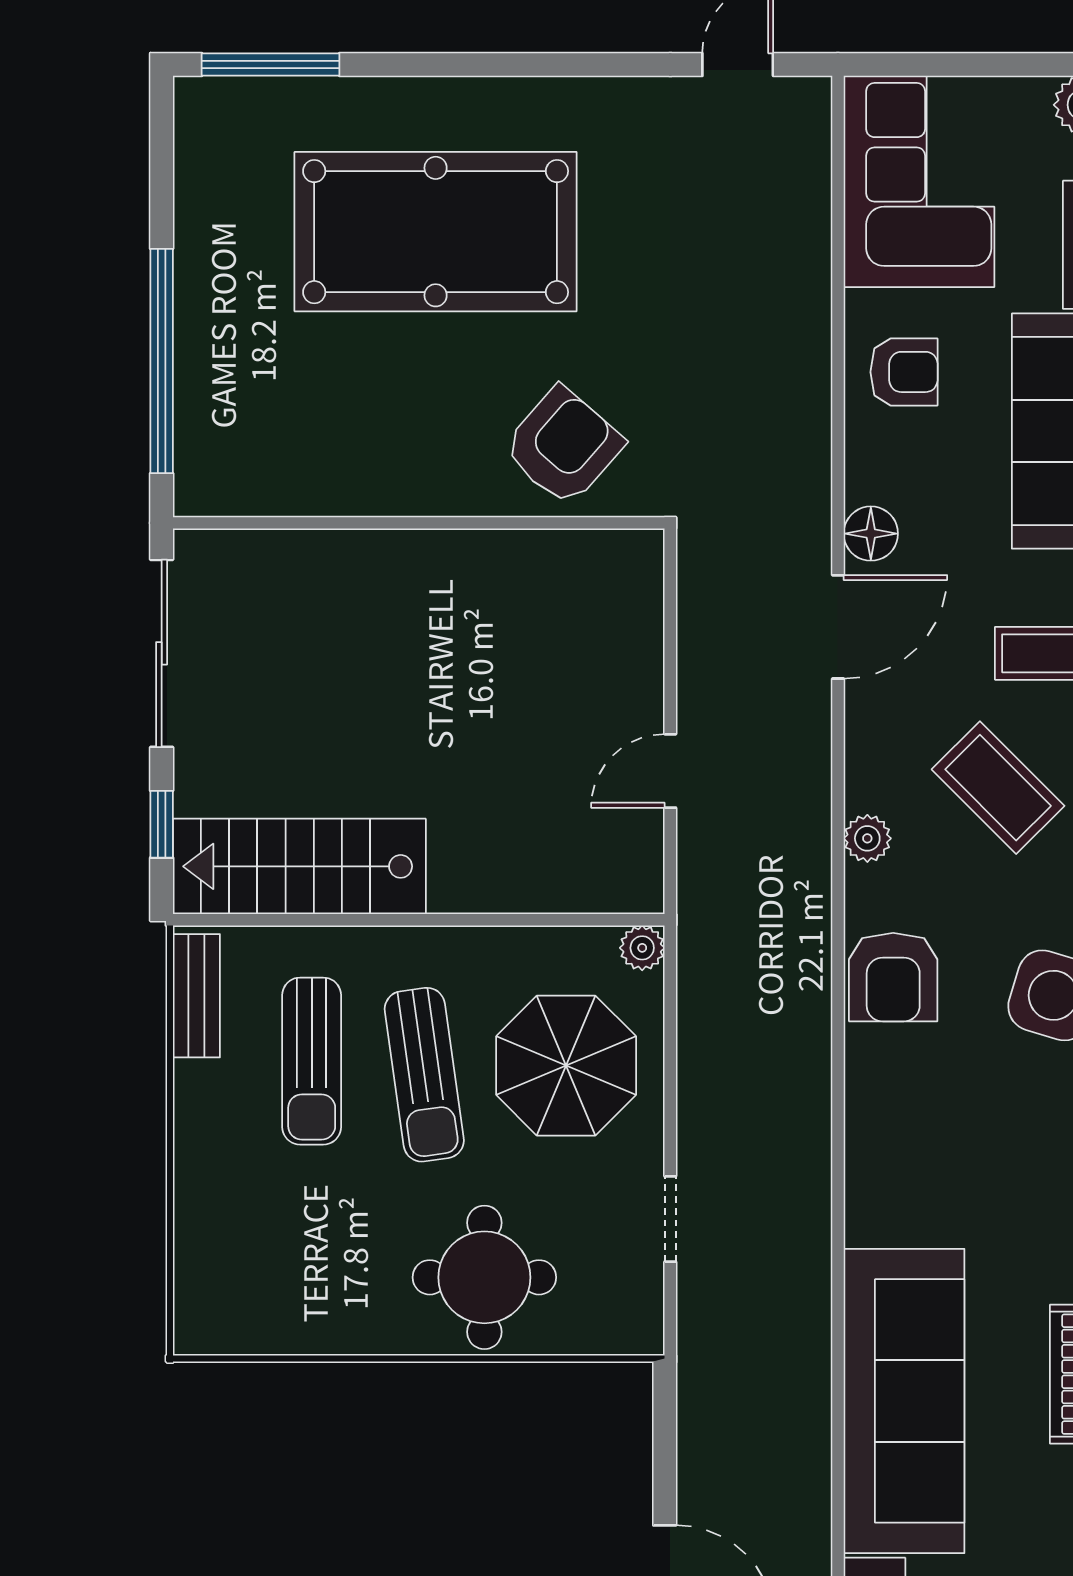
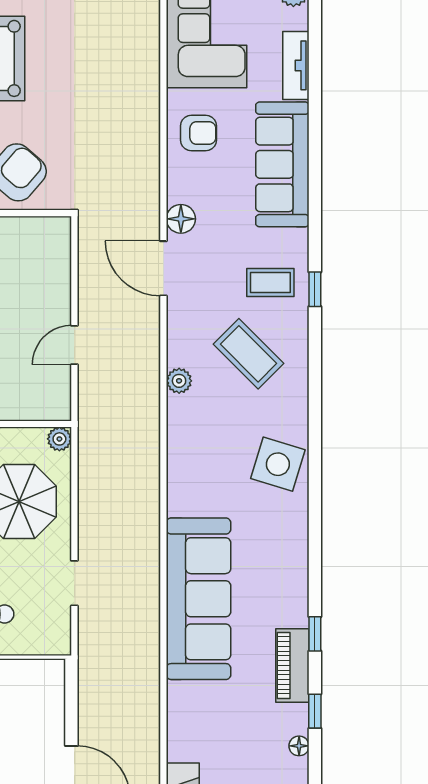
door: (838, 627) -> (163, 268), swing flipped
armchair: (893, 977) -> (193, 454), removed
sofa: (904, 1401) -> (199, 599), moved

